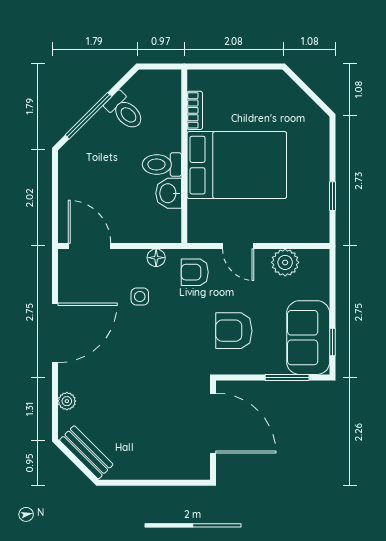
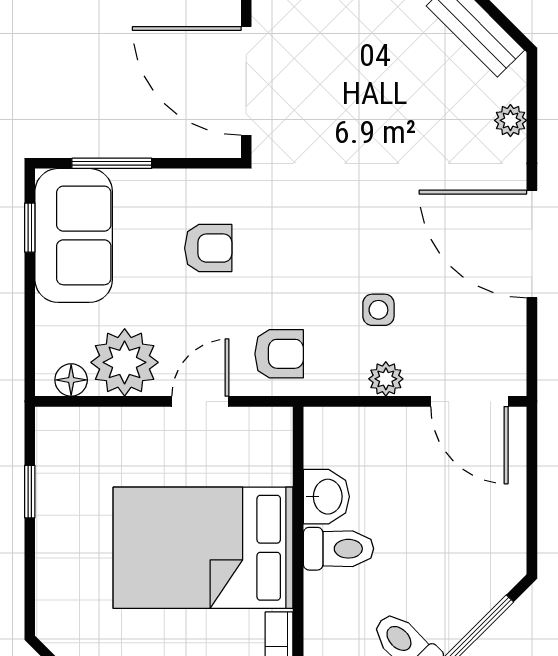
door: (238, 246) -> (200, 401), hinge flipped
plant: (136, 258) -> (386, 379), added
floor lamp: (156, 258) -> (71, 380), moved
plant: (285, 262) -> (125, 362), width x1.36, depth x1.36
armchair: (234, 331) -> (208, 248), width x0.72, depth x0.72
door: (55, 333) -> (532, 244), hinge flipped

